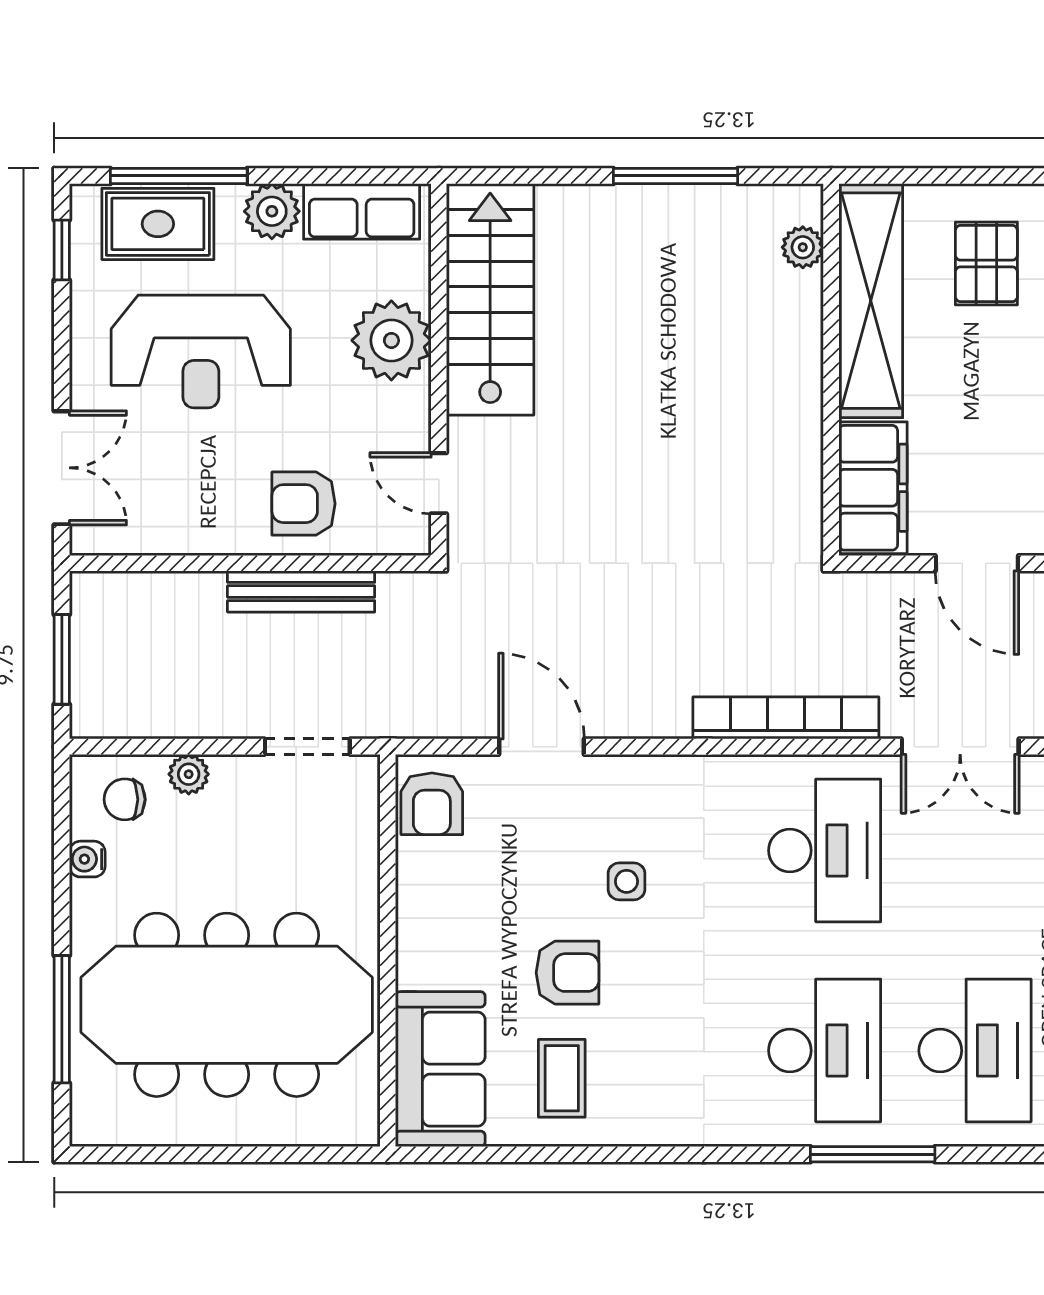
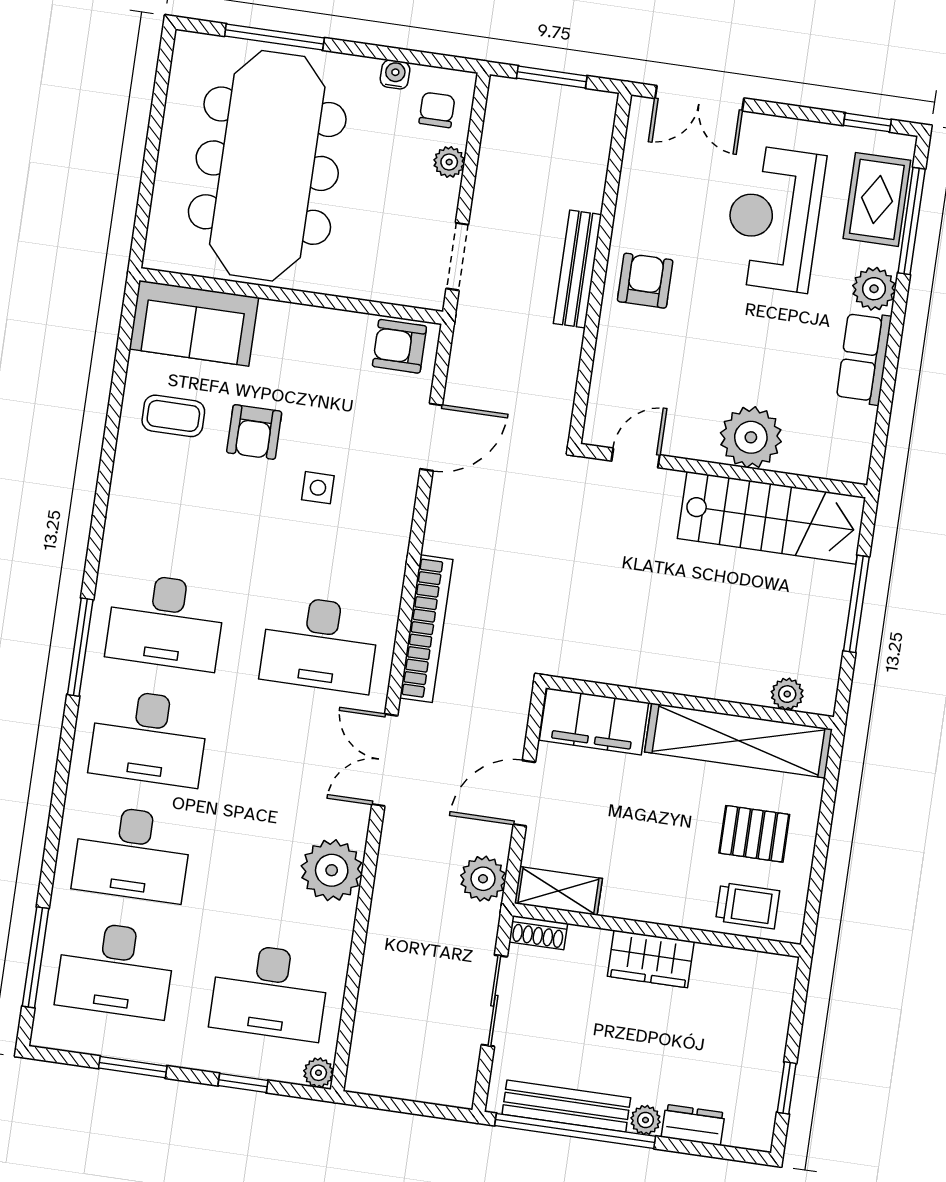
stairs: (490, 299) -> (772, 518), moved
plant: (391, 340) -> (751, 437), moved
wall: (439, 370) -> (723, 471), moved
door: (439, 483) -> (636, 458), moved

